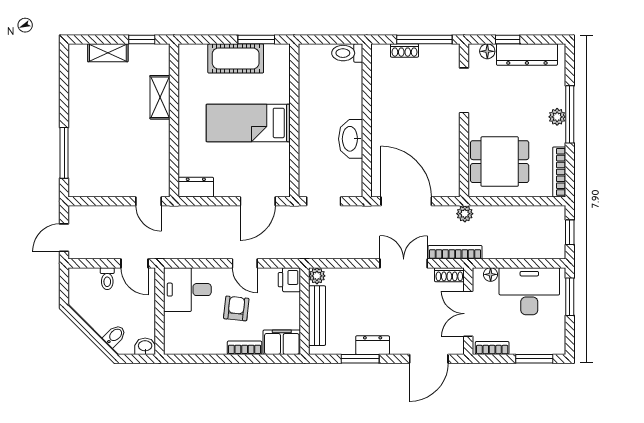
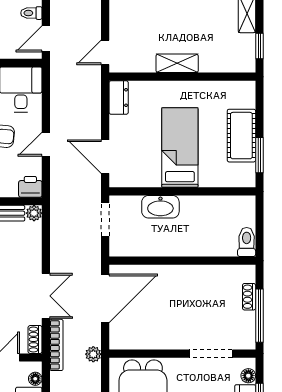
shelving: (160, 97) -> (177, 63), moved
washbasin: (351, 139) -> (160, 207), moved, turned 180

